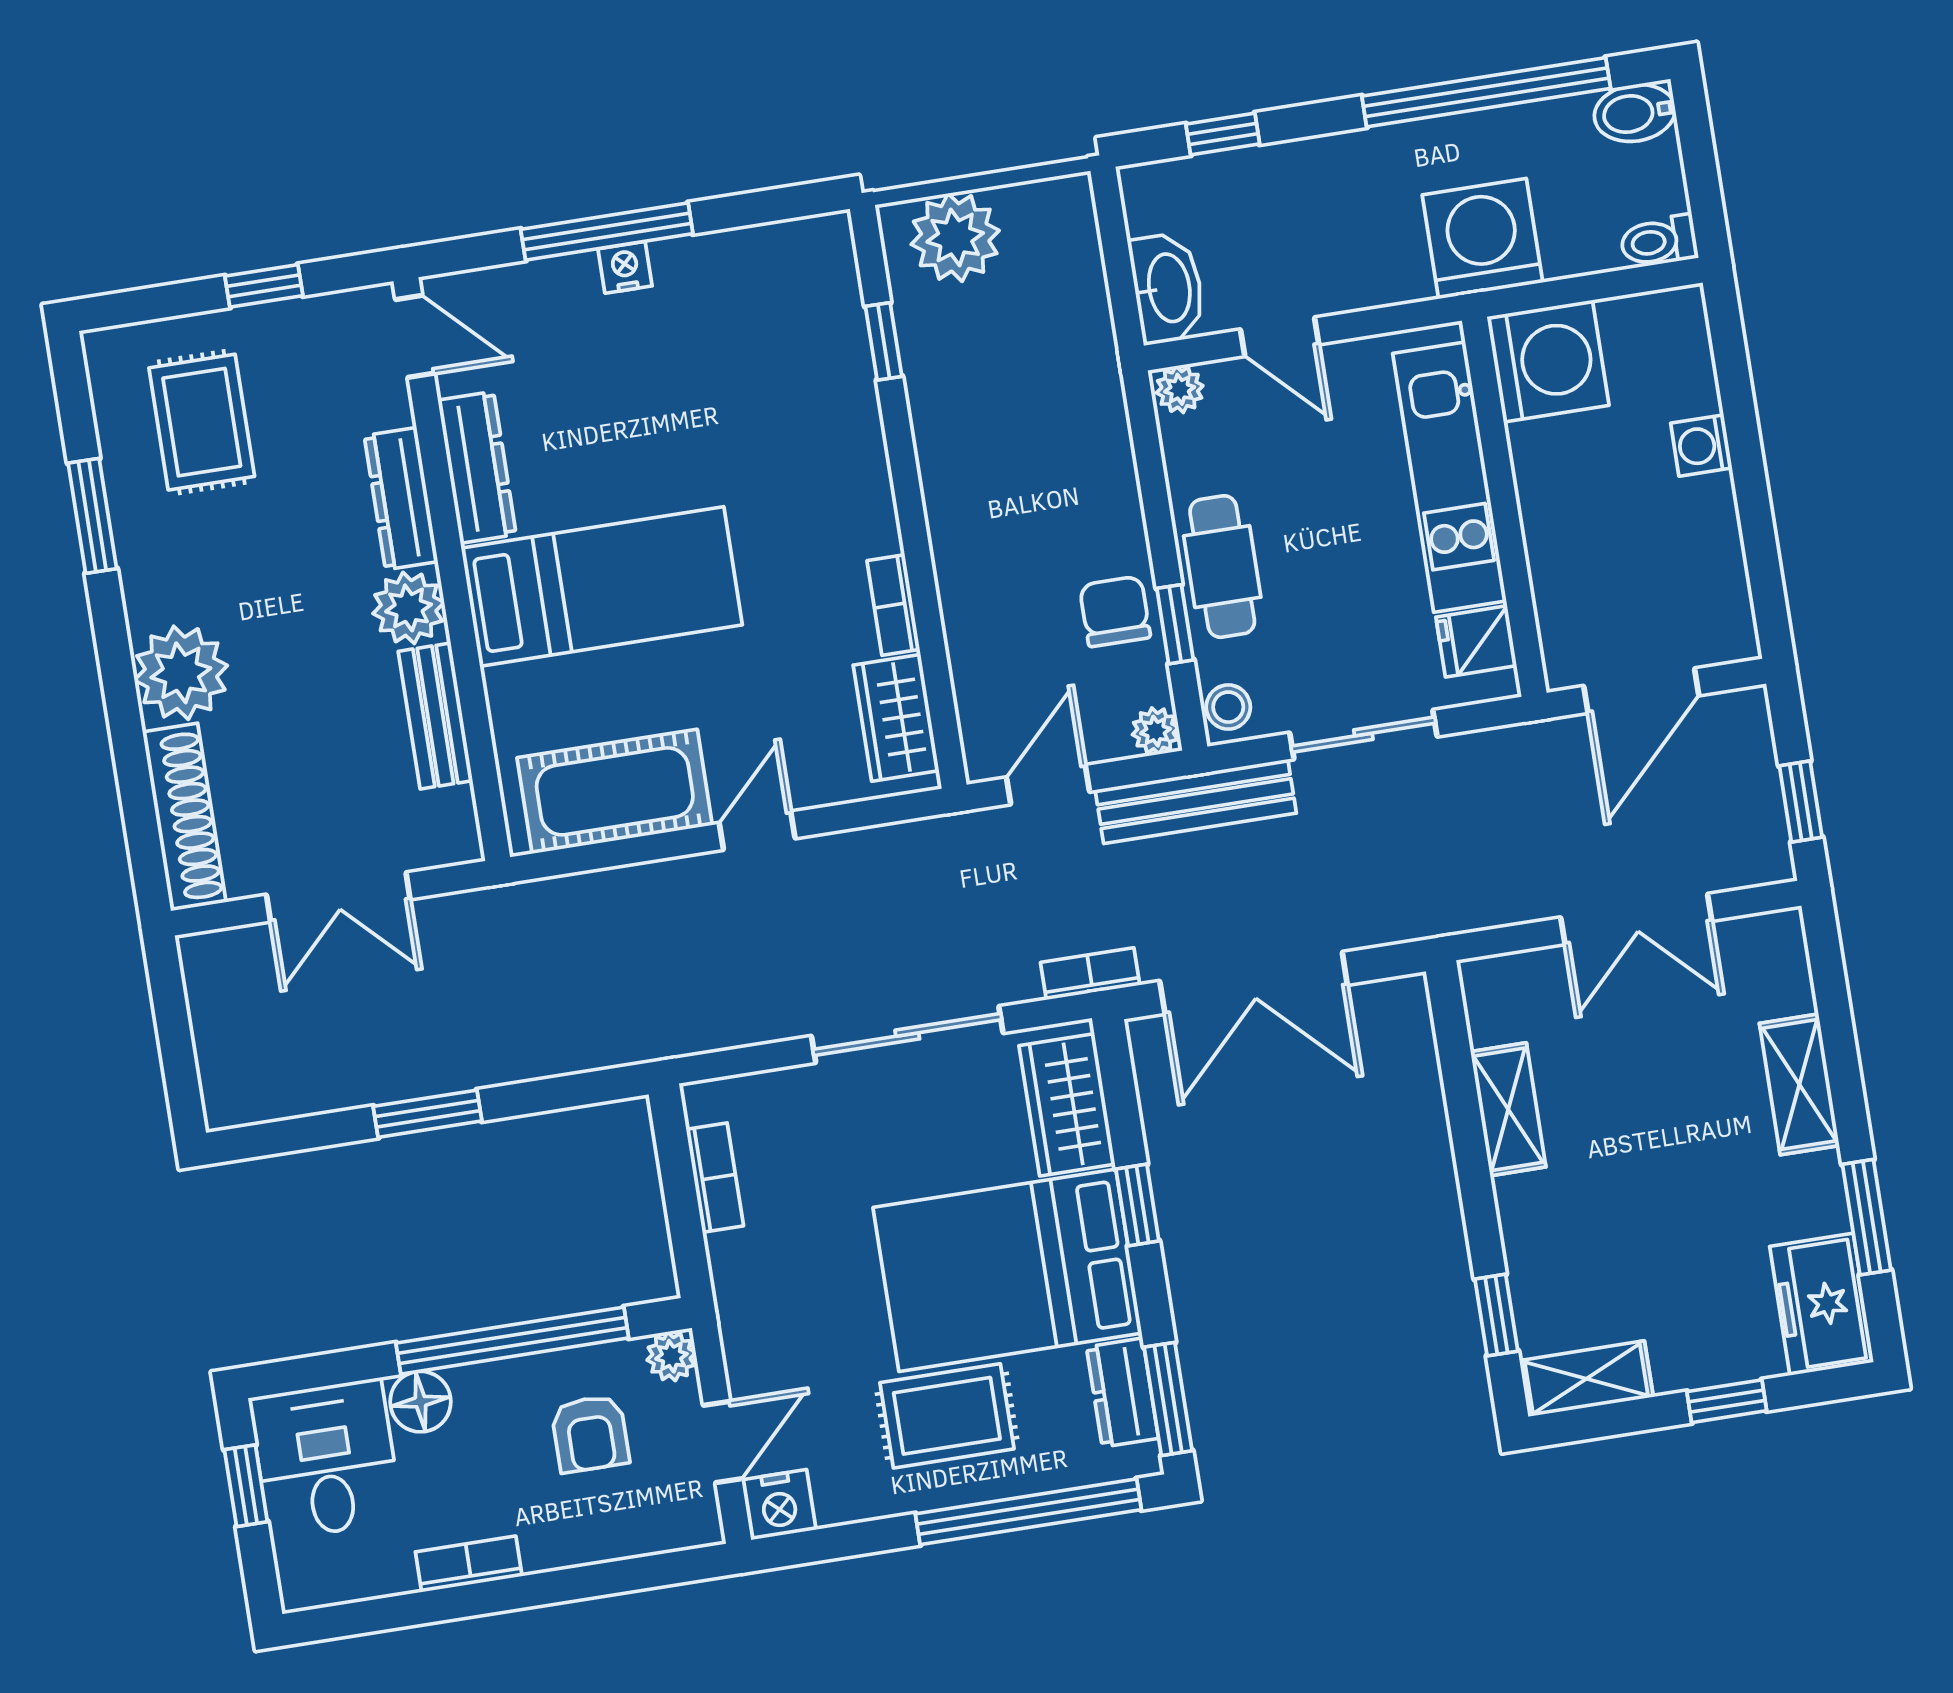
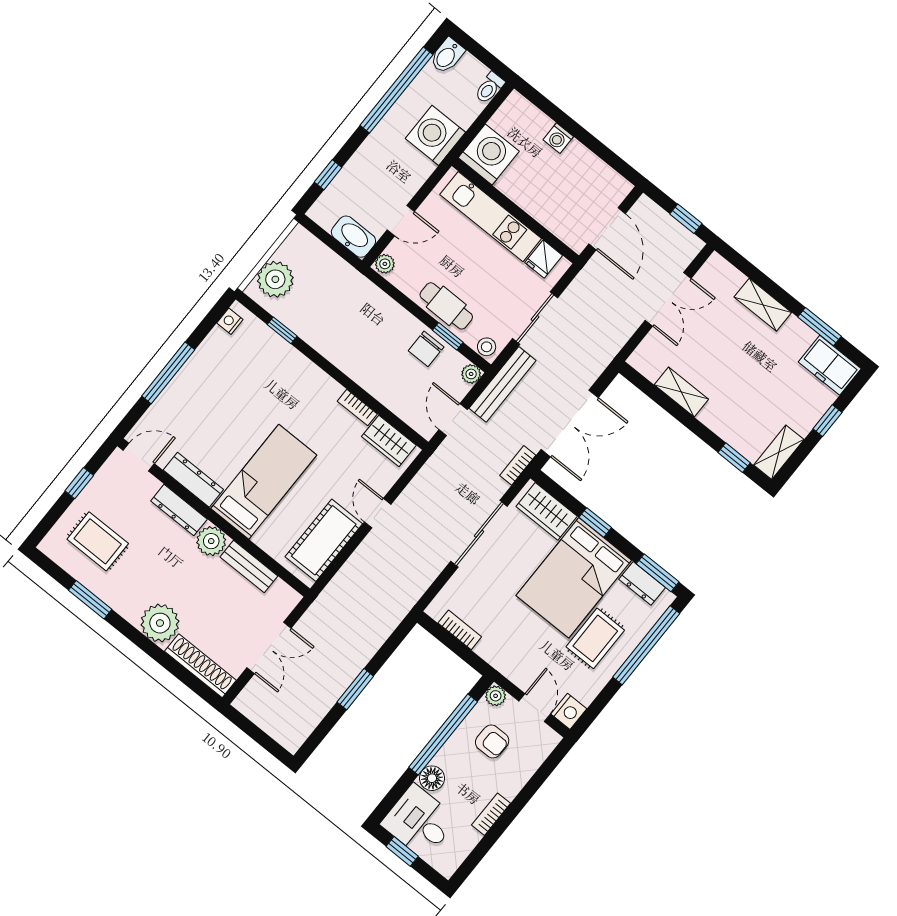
nightstand: (625, 267) -> (230, 321), moved
chair: (1115, 611) -> (426, 349), turned -90

